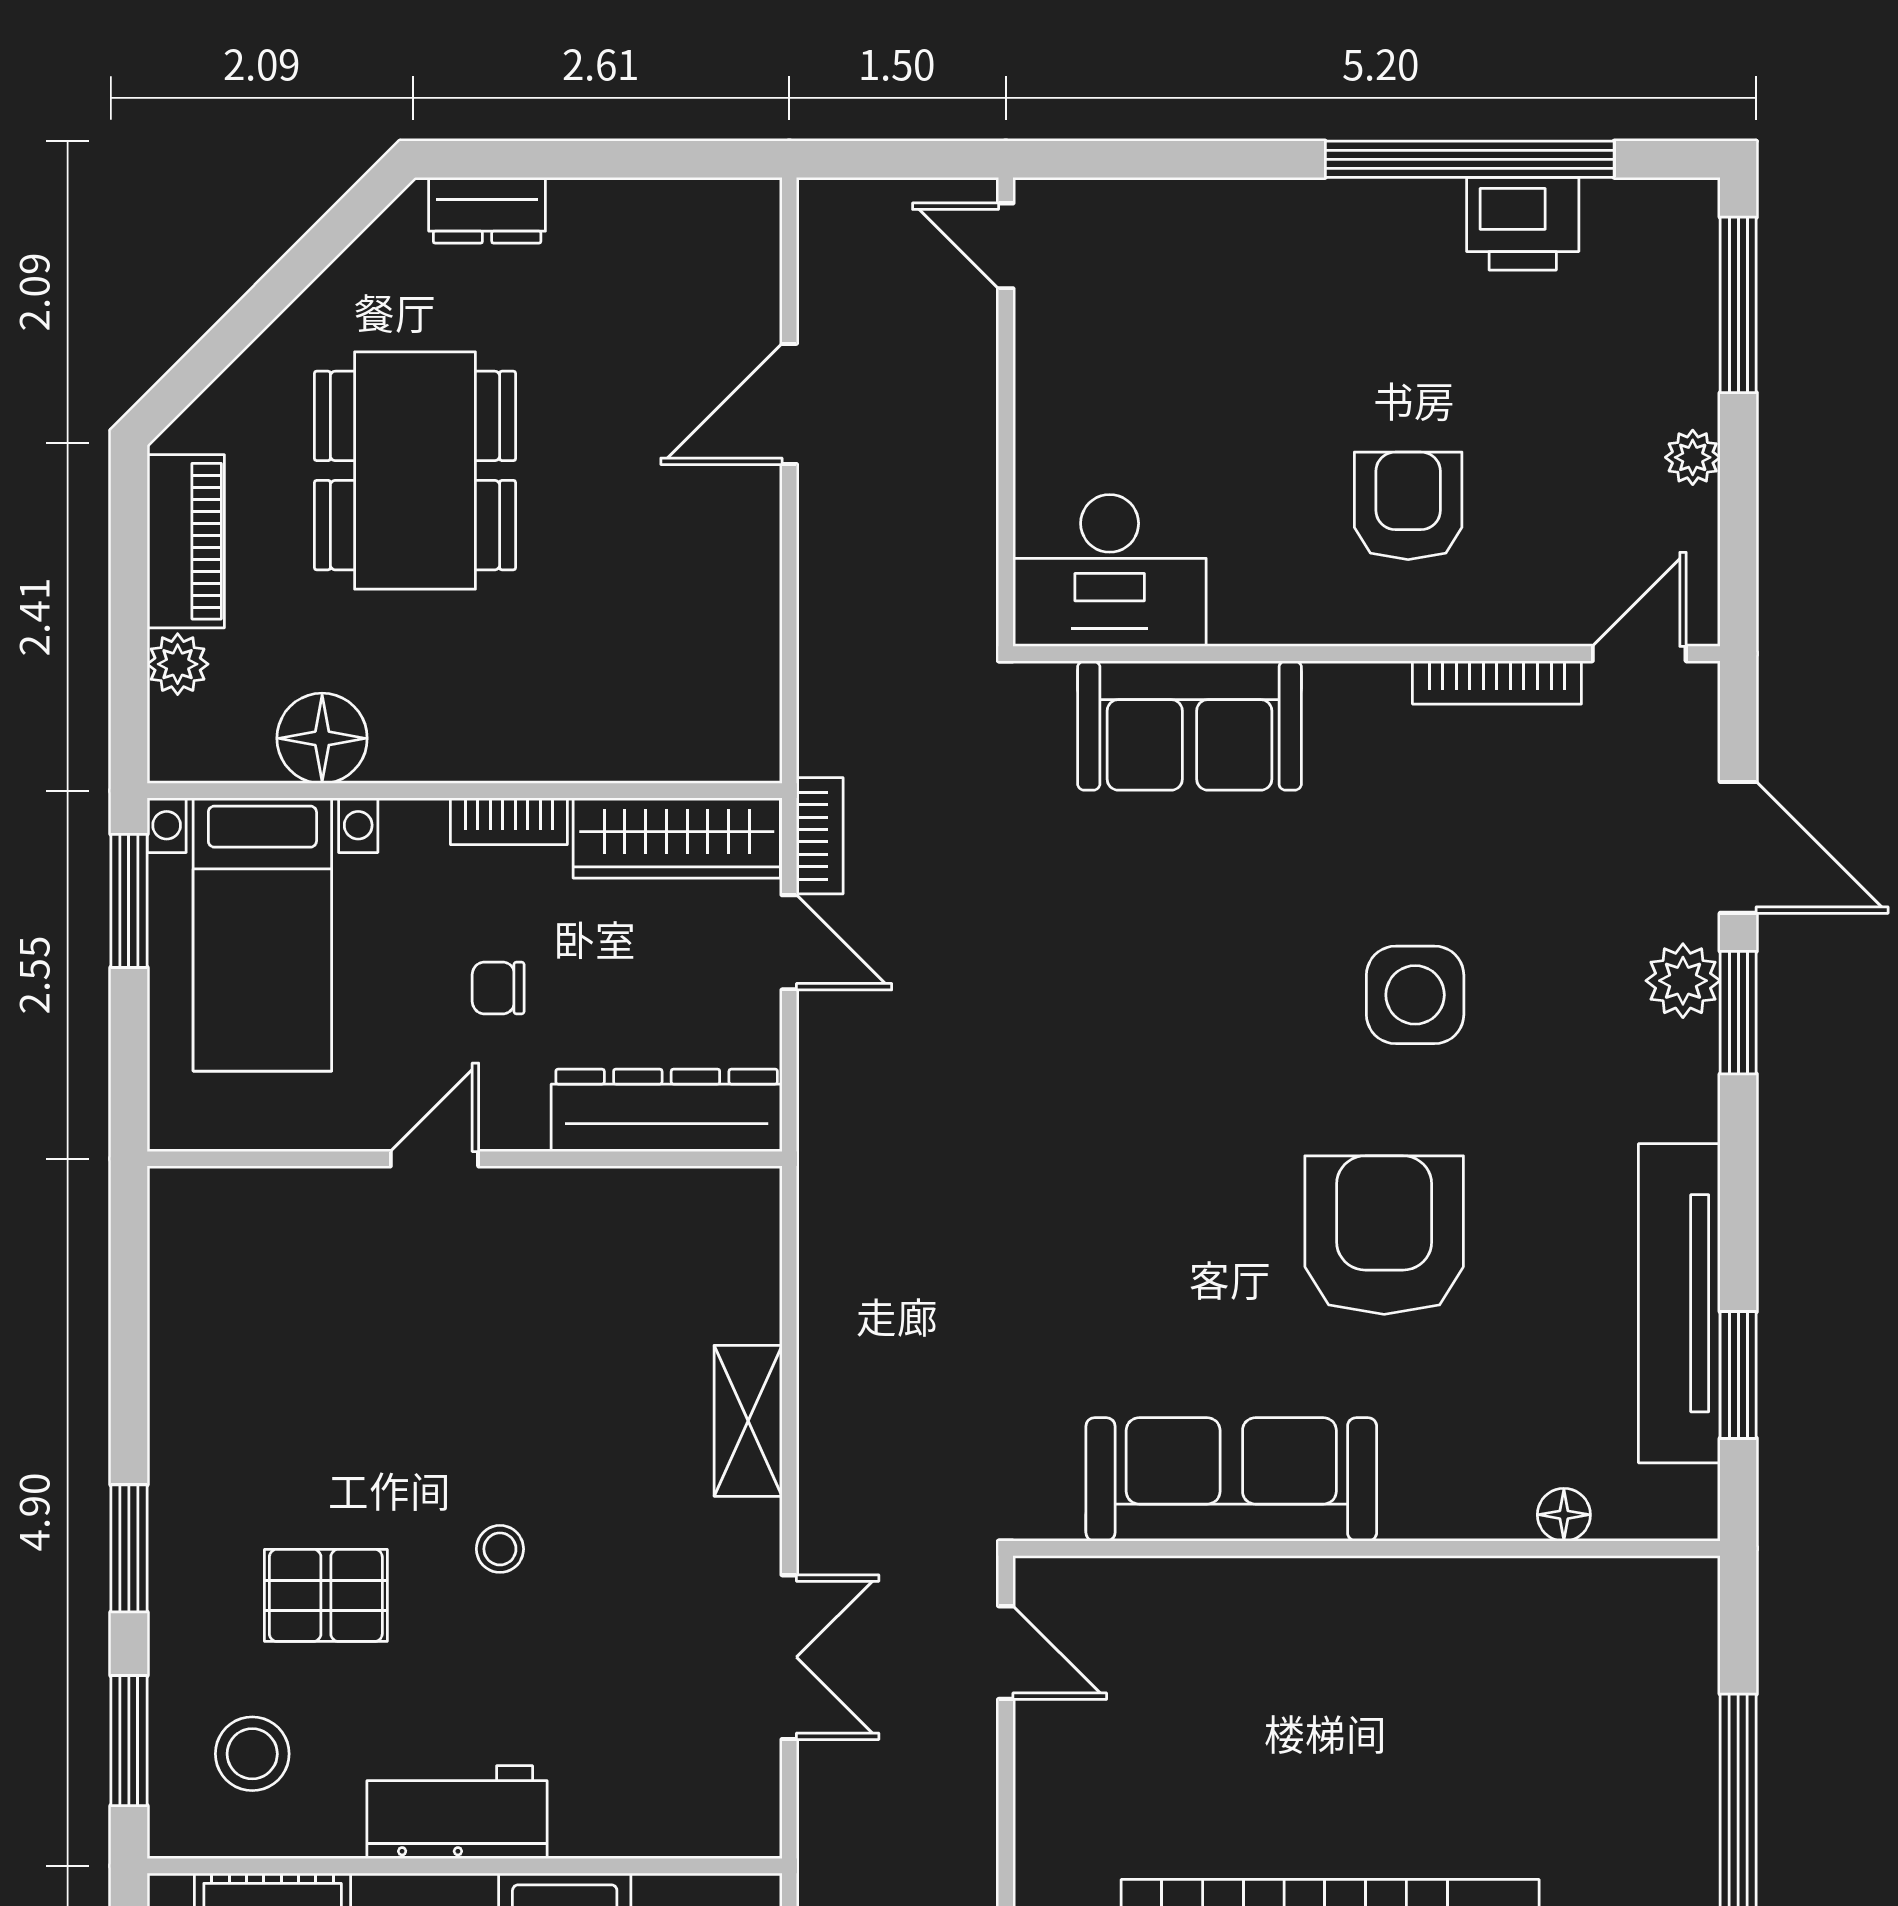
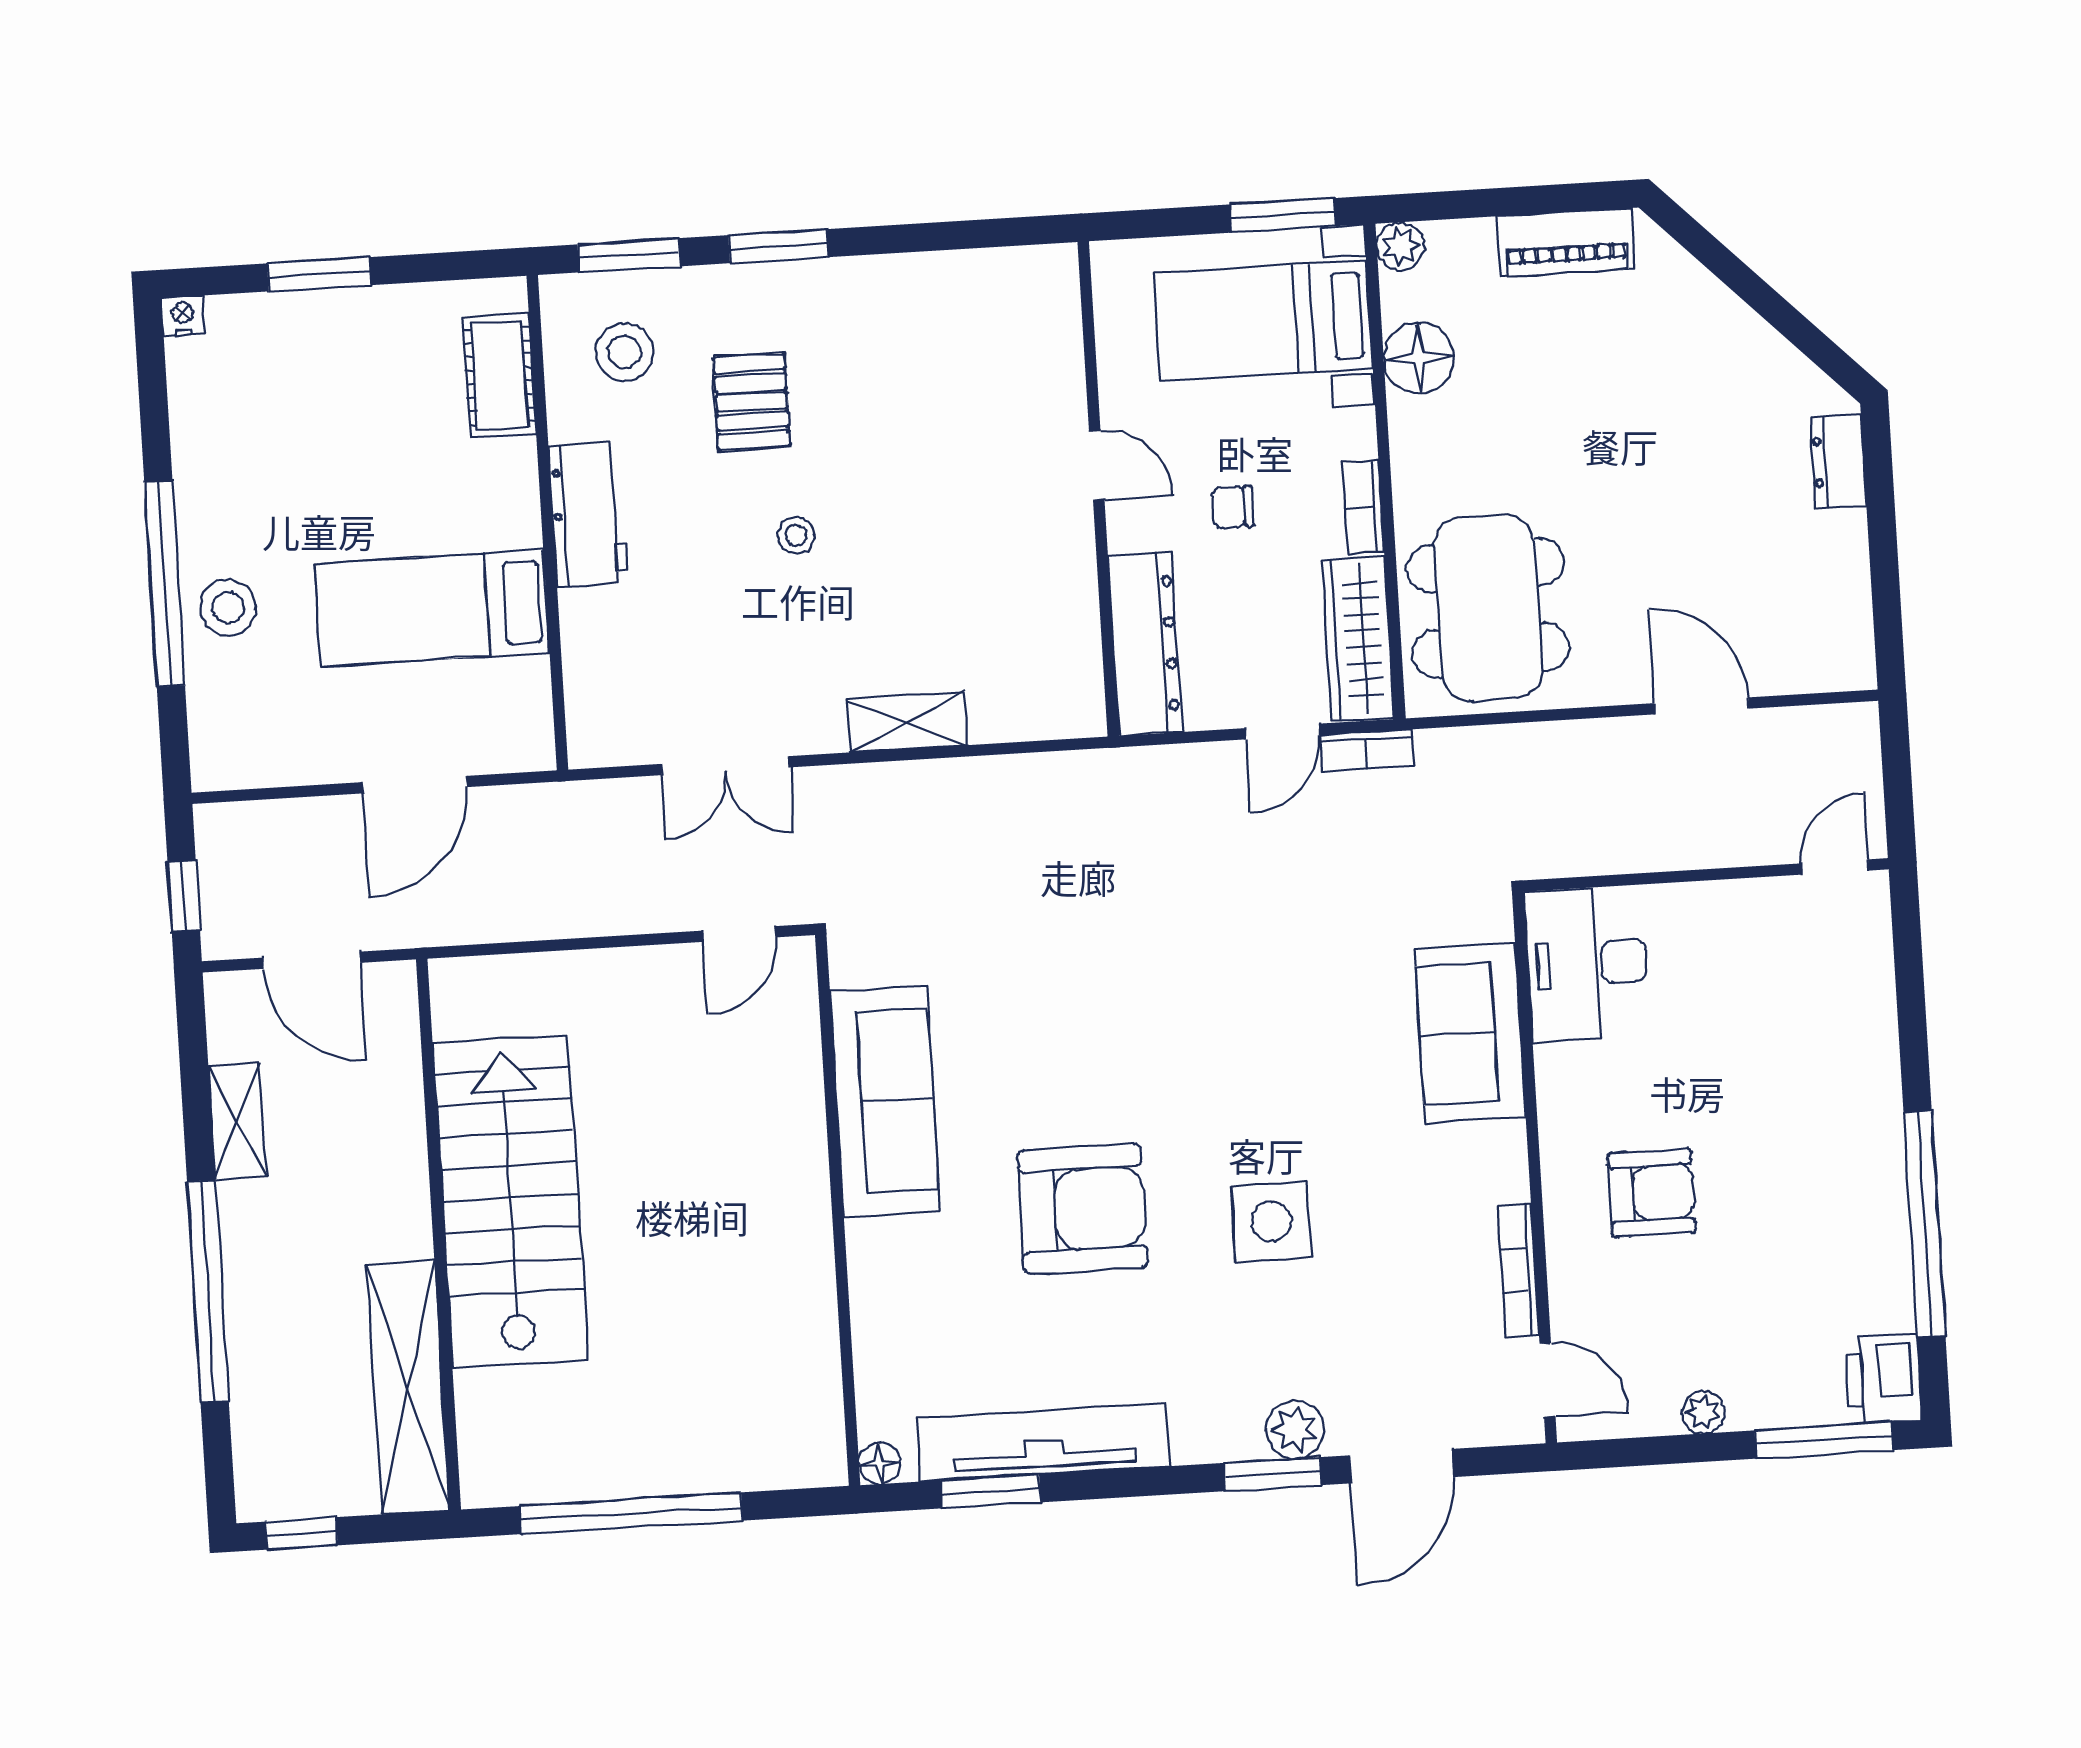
printer: (1523, 224) -> (1884, 1379), moved
dining table: (415, 471) -> (1488, 608), moved, turned 90
plant: (178, 664) -> (1401, 246), moved
chair: (498, 988) -> (1233, 507), turned -90
floor lamp: (1564, 1515) -> (879, 1463), moved

